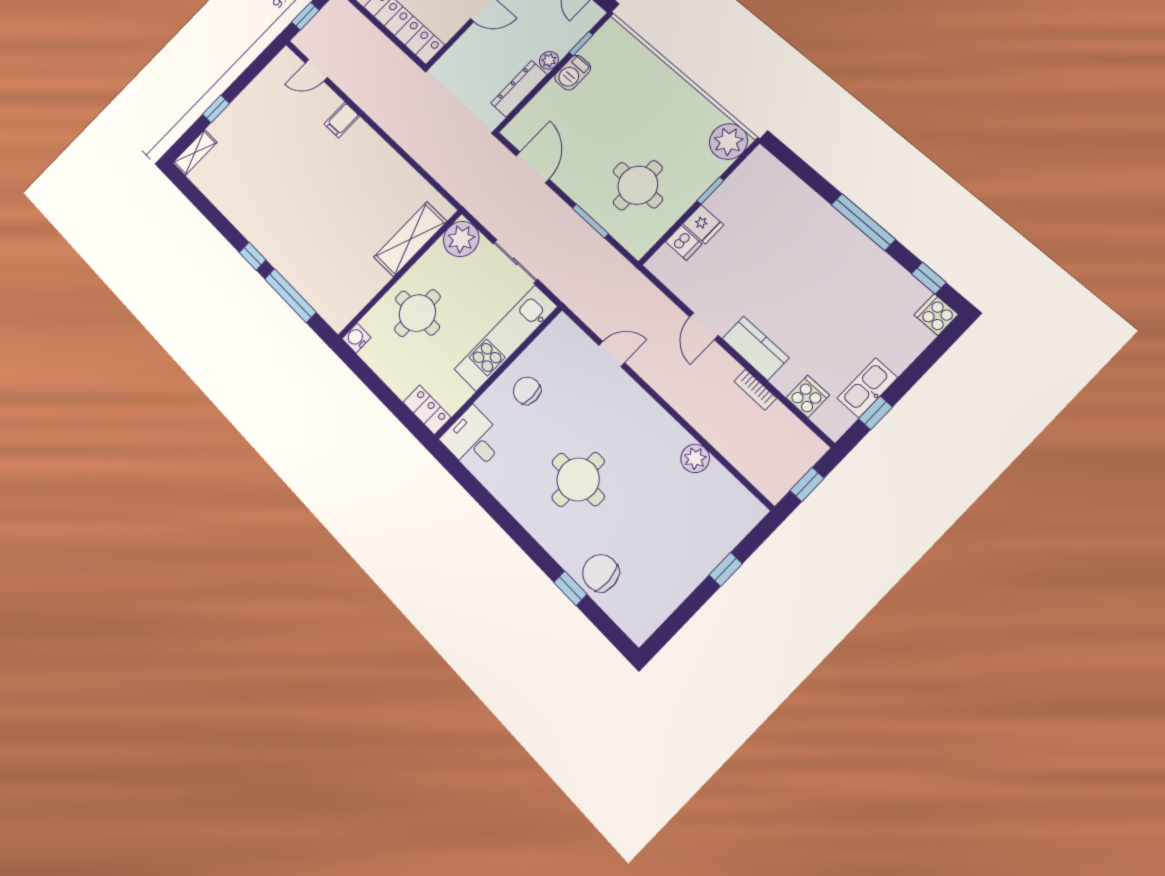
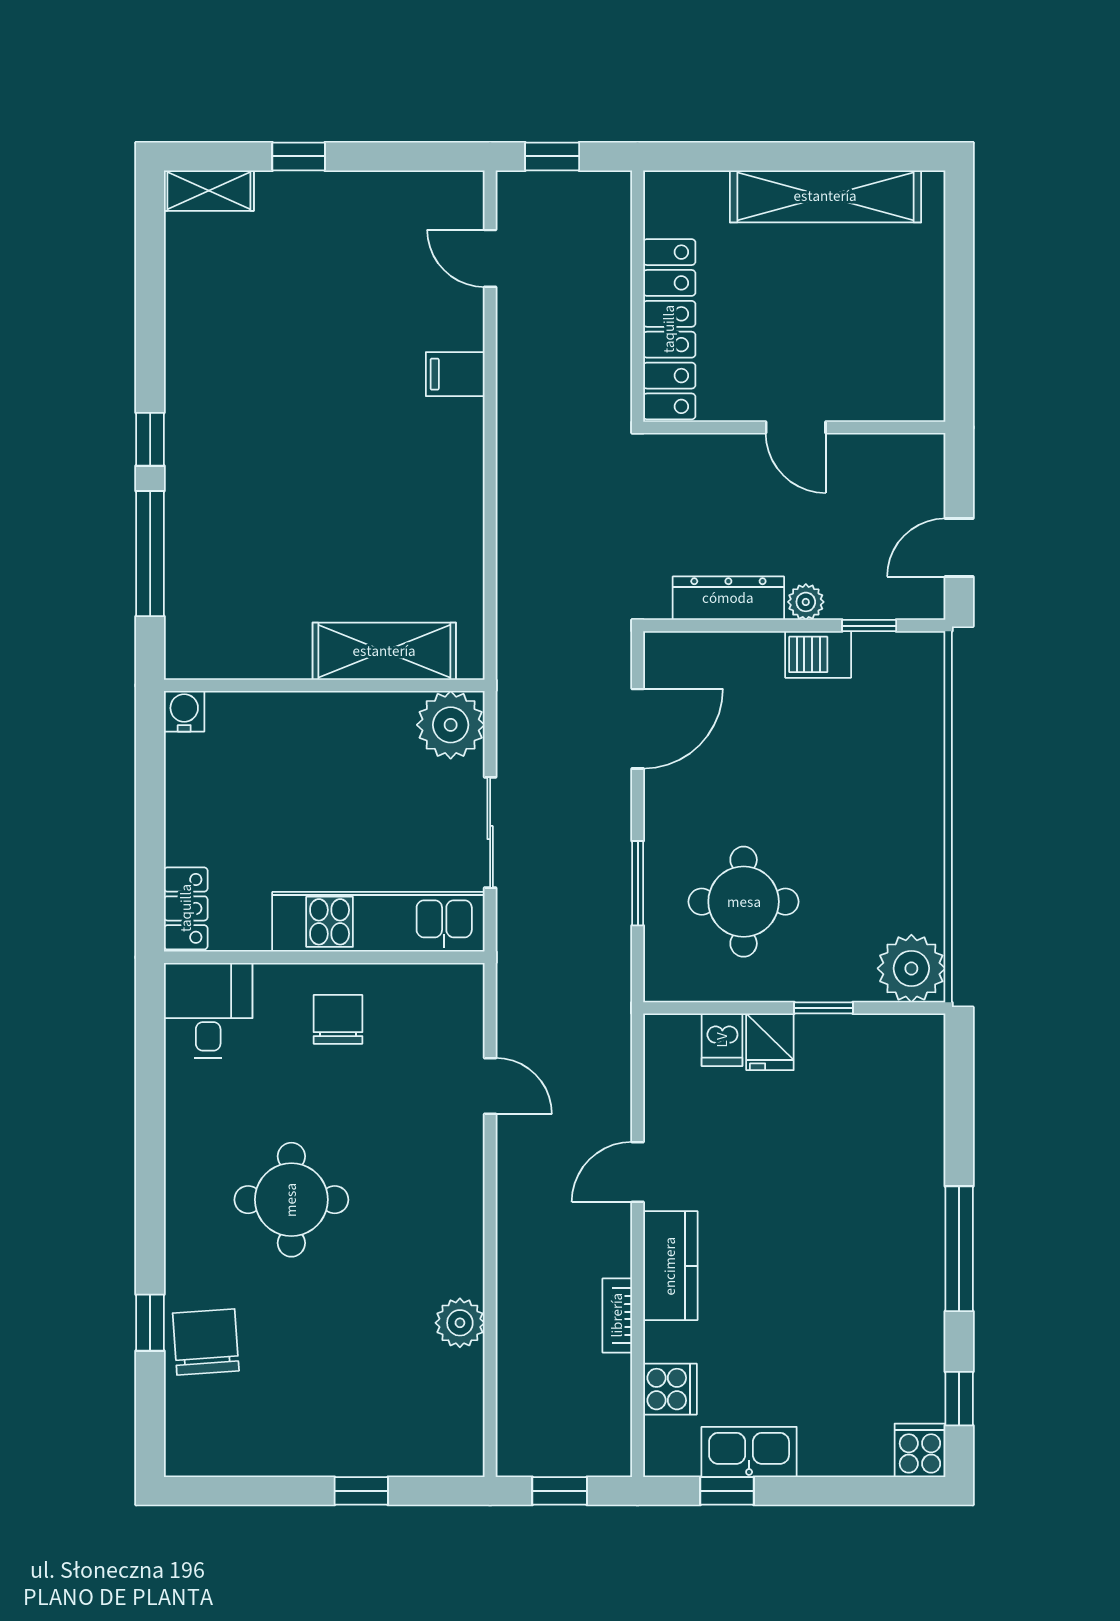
round table: (417, 313) -> (297, 764), removed

